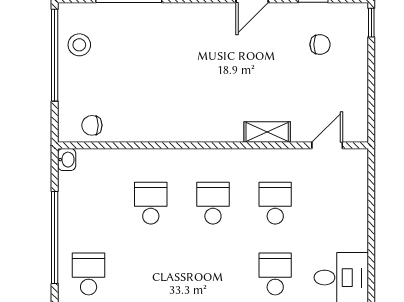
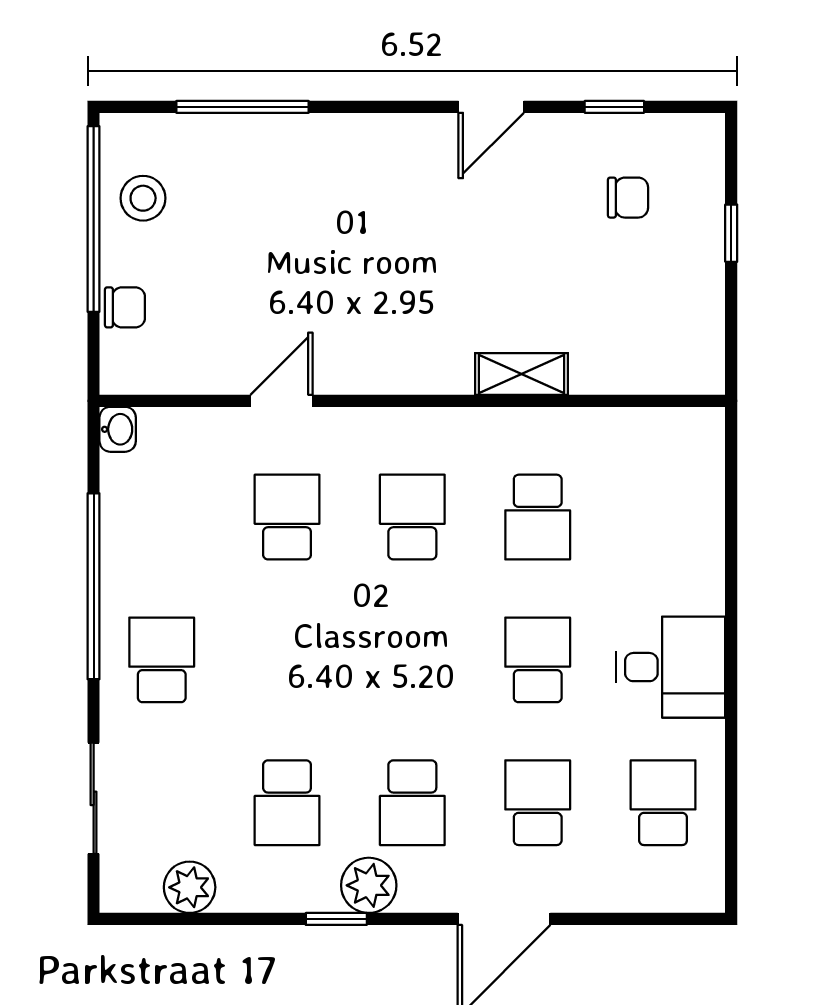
window: (371, 23) -> (731, 233), moved
chair: (92, 125) -> (125, 307), moved, turned 180
door: (327, 145) -> (282, 401), moved
school desk: (275, 203) -> (538, 517), turned 180

